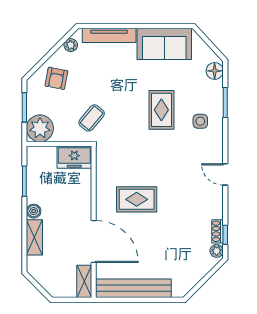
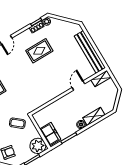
freezer: (74, 157) -> (50, 134), moved
rug: (137, 199) -> (39, 51), moved, turned 90
door: (94, 242) -> (78, 86), width x0.53

